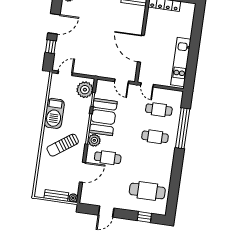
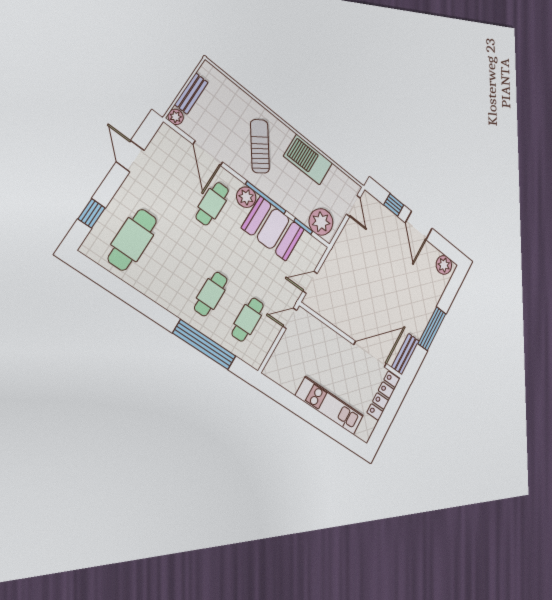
door: (141, 49) -> (370, 354), moved
kitchen unit: (181, 62) -> (330, 406), moved

